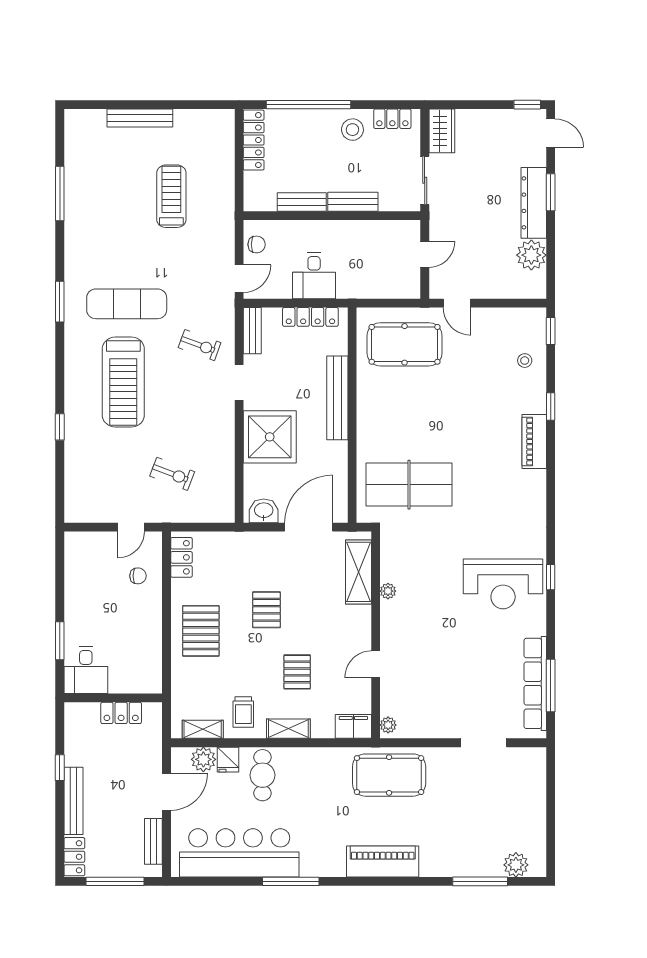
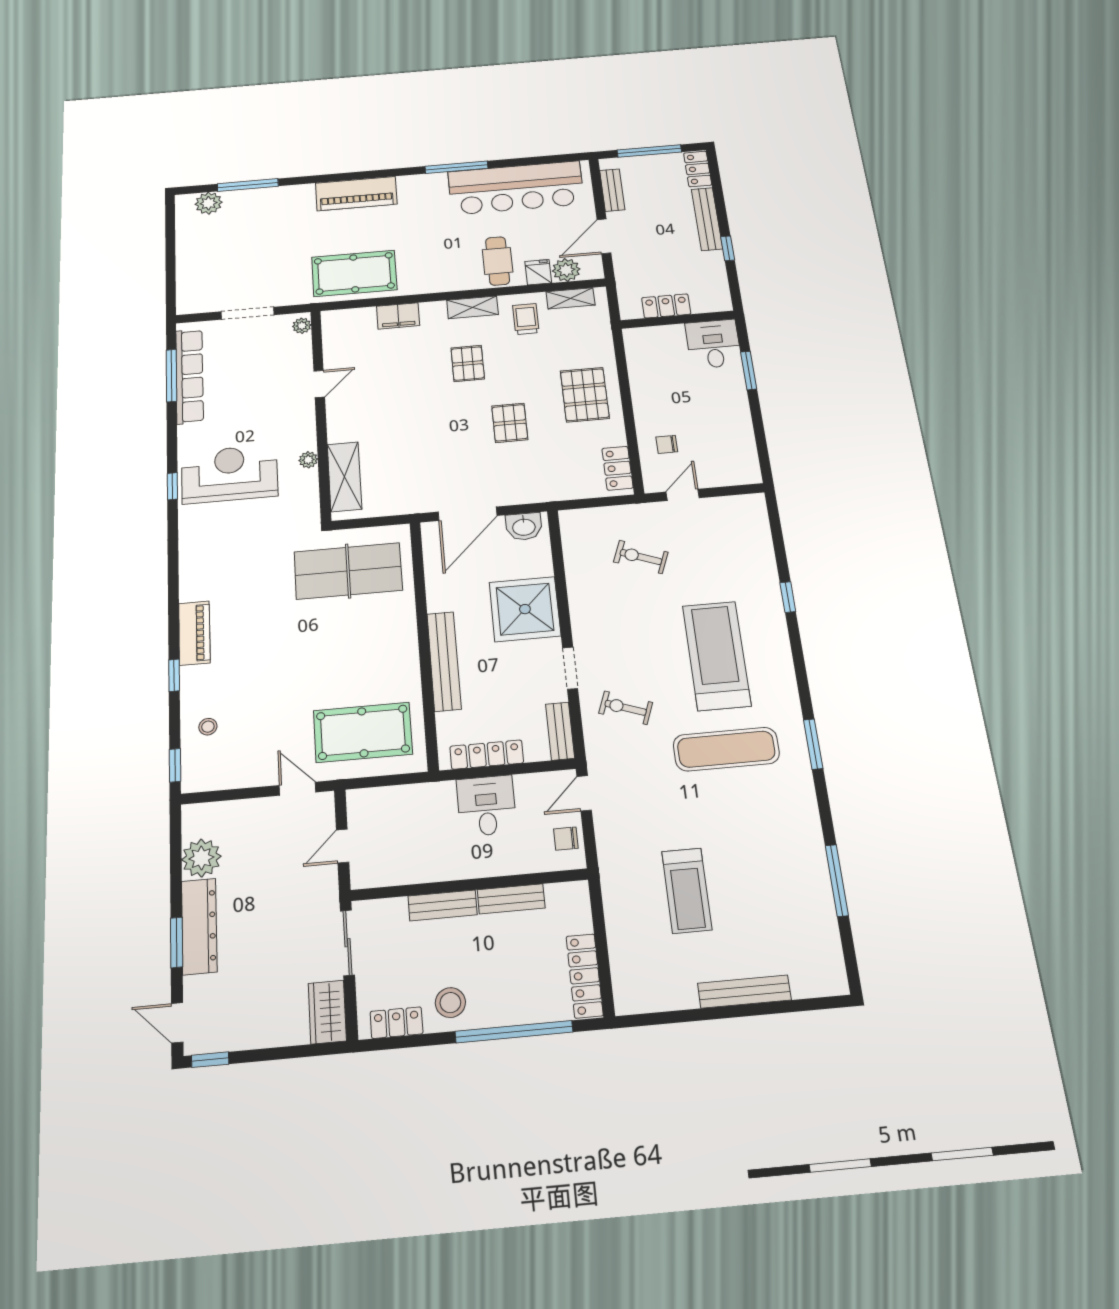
shelving: (359, 572) -> (344, 477), moved
plant: (388, 591) -> (308, 460), moved
wall: (376, 635) -> (321, 413), moved
door: (376, 664) -> (319, 384), moved
plant: (388, 725) -> (302, 326), moved

